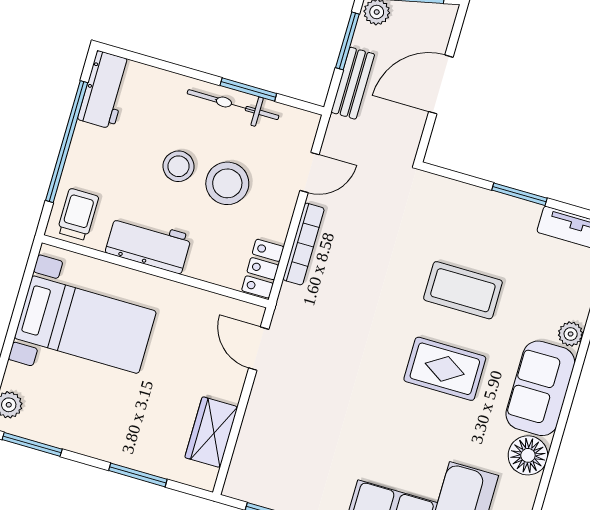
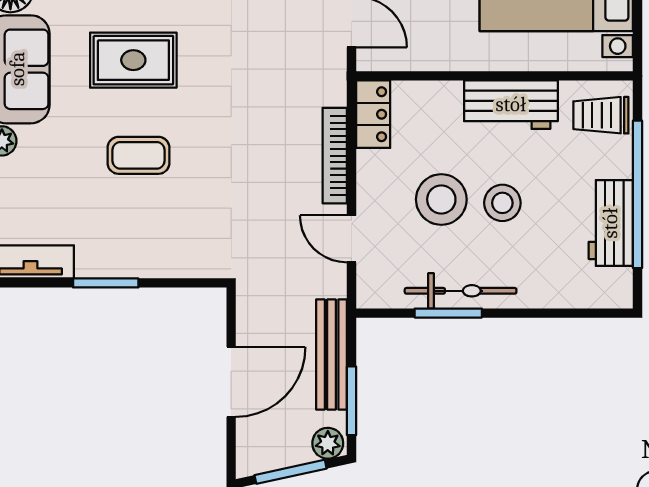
bench: (353, 83) -> (332, 355), width x1.36
workbench: (105, 90) -> (611, 223), moved
door: (309, 172) -> (351, 239), hinge flipped
trolley: (78, 214) -> (601, 115), turned 90
coffee table: (463, 290) -> (138, 155), width x0.73, depth x0.77

